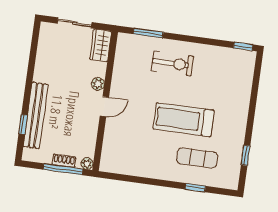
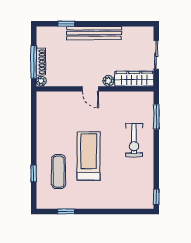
wardrobe: (101, 45) -> (134, 79), width x1.50
bench: (36, 115) -> (94, 33), moved
shoe rack: (64, 161) -> (41, 62), width x1.43

